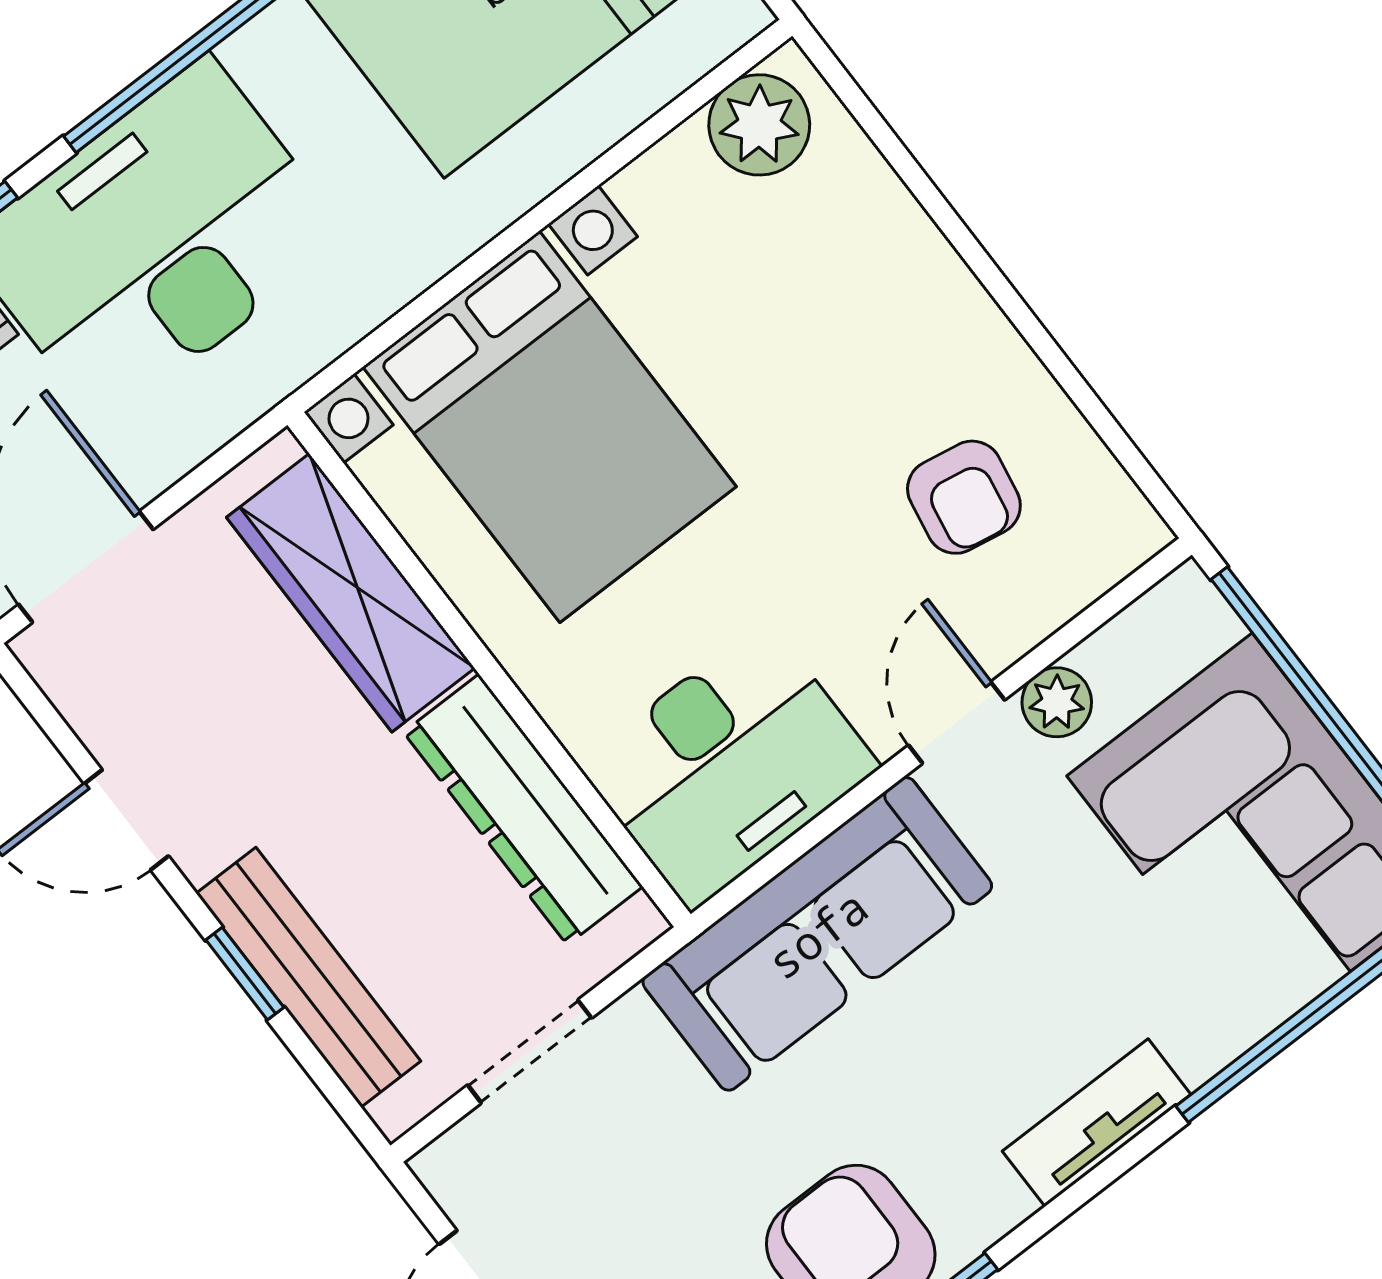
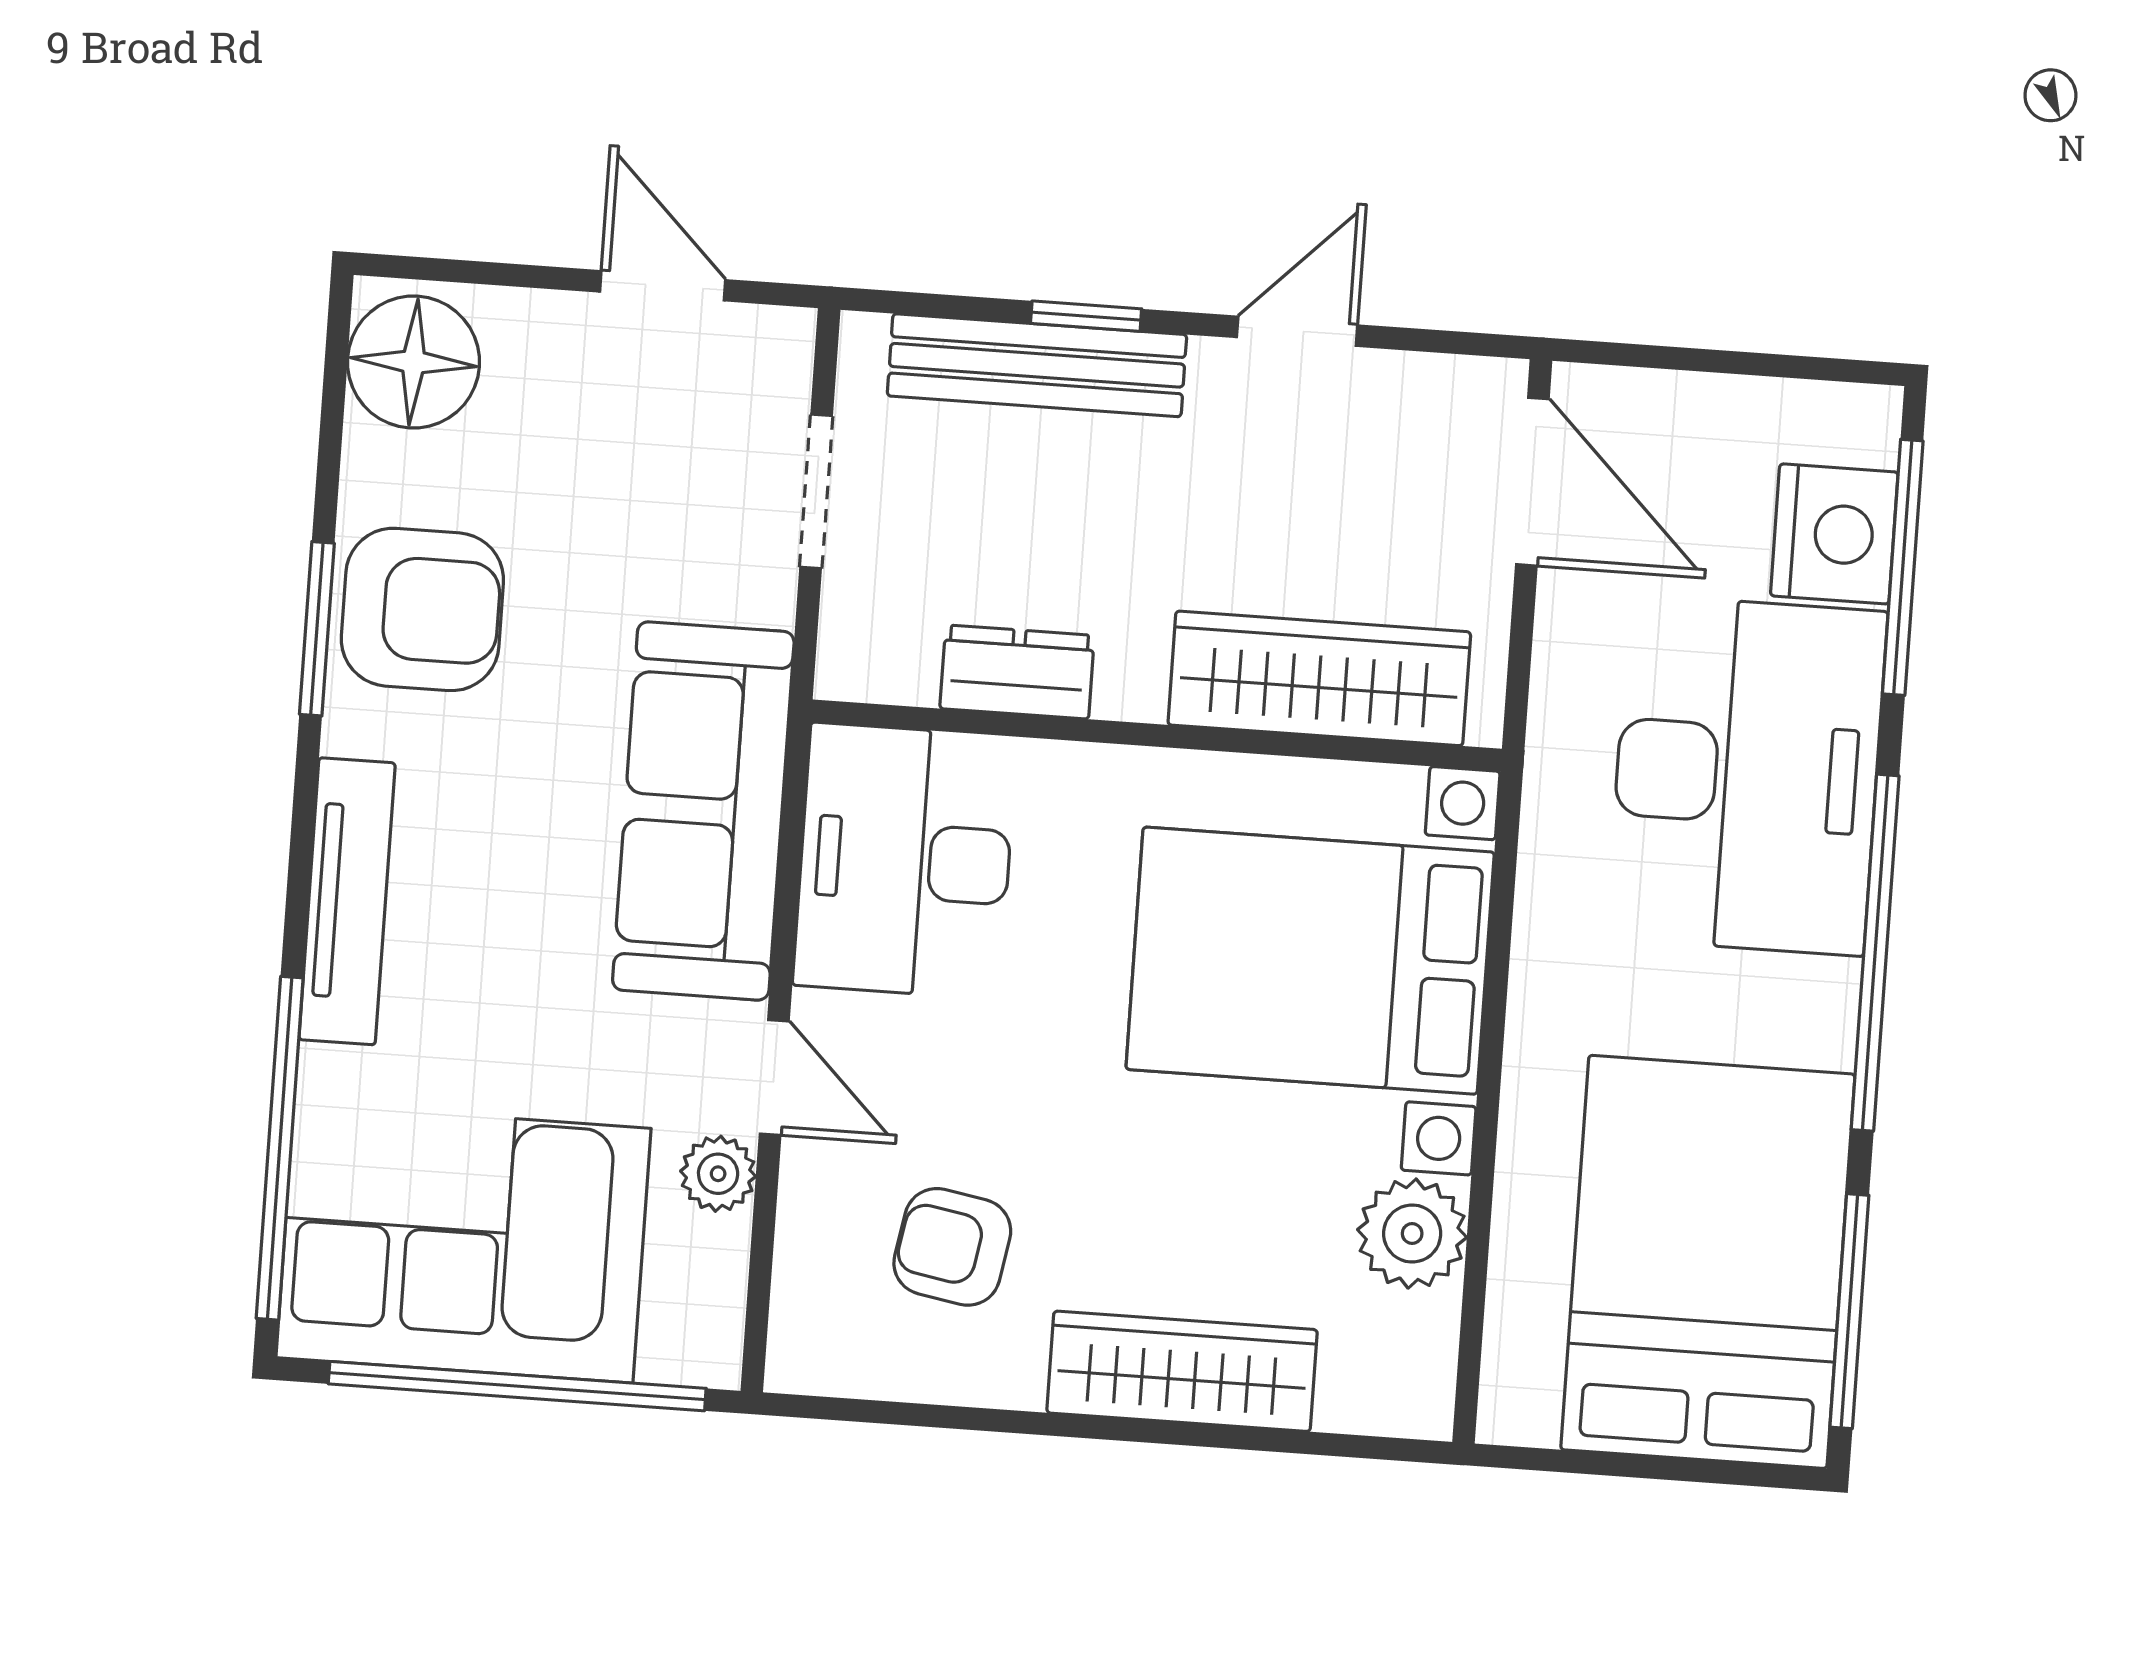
plant: (759, 125) -> (1412, 1234), moved
wardrobe: (909, 264) -> (1182, 1371), added
dresser: (523, 809) -> (1017, 672), width x0.51, depth x0.80
tv unit: (1097, 1123) -> (347, 901), width x1.41

